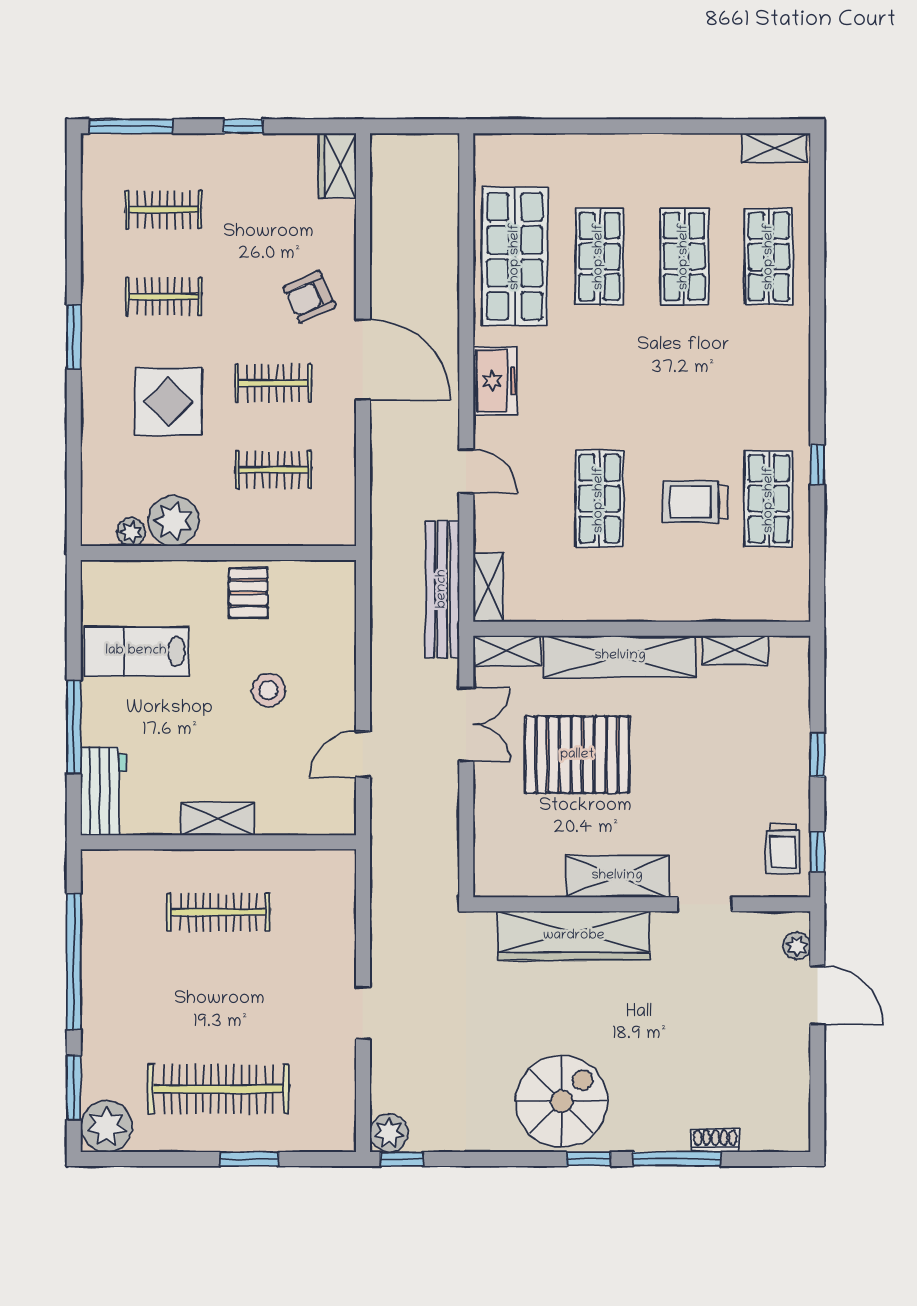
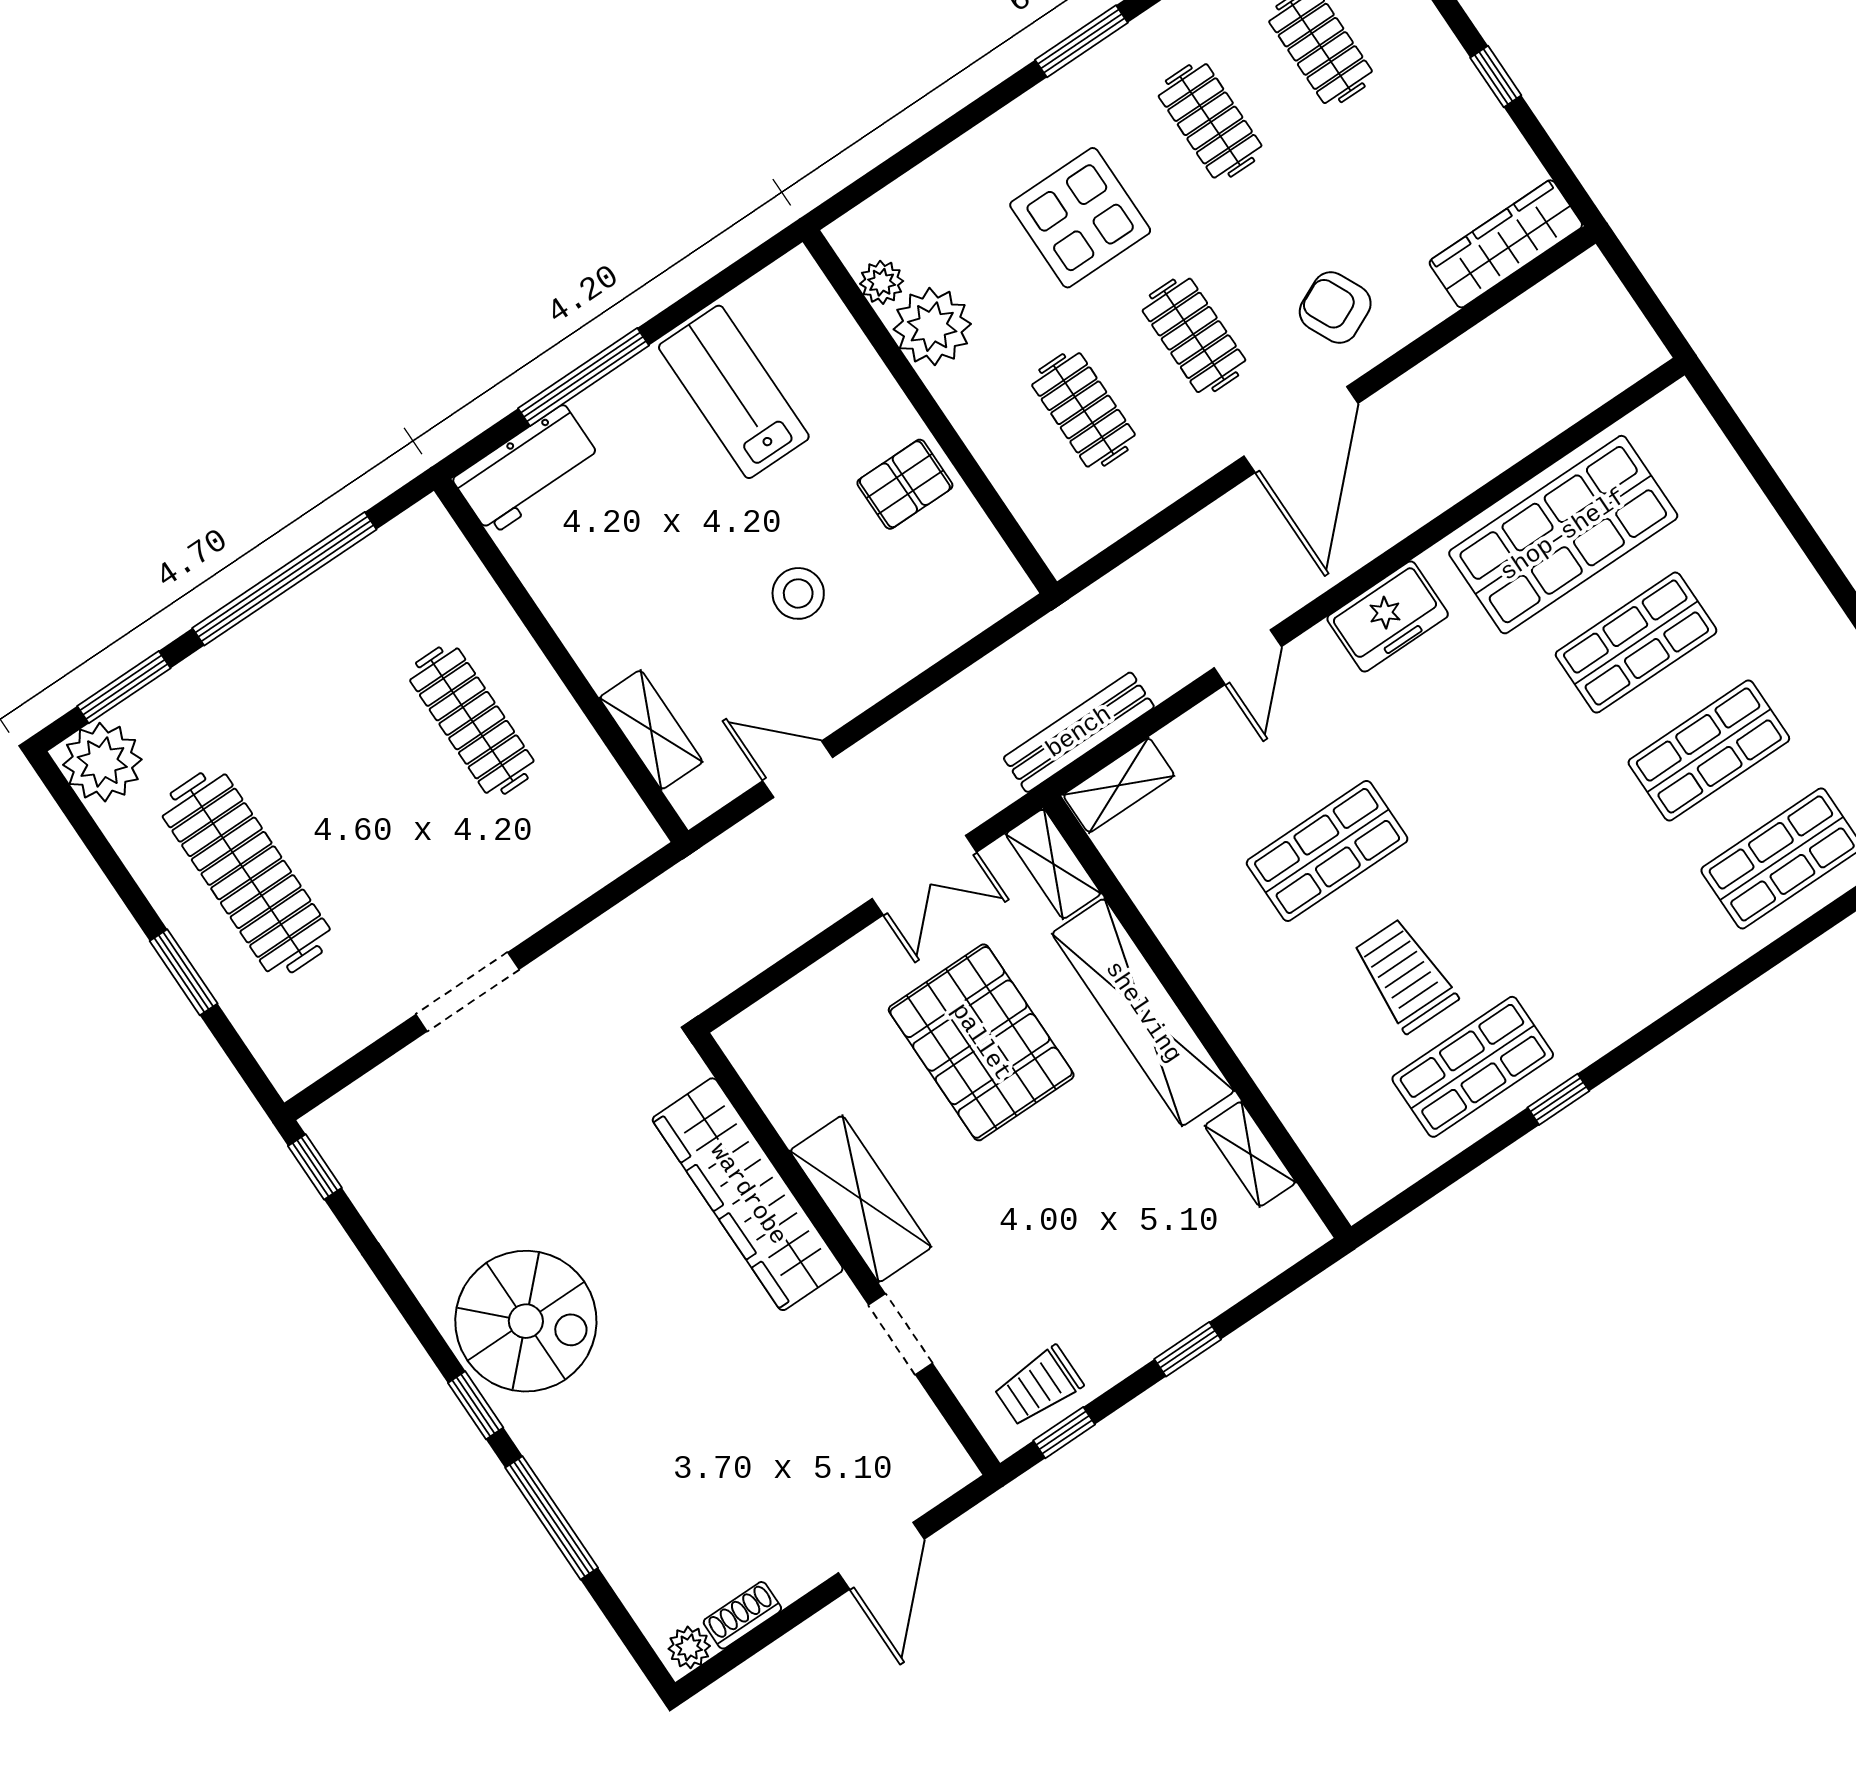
wardrobe: (337, 166) -> (1506, 244), width x1.50
bench: (442, 589) -> (1079, 732), width x0.73, depth x0.82
shelving: (217, 819) -> (651, 730), moved
plant: (797, 946) -> (689, 1647), moved
doorway: (363, 1013) -> (467, 992), width x1.38
plant: (389, 1133) -> (337, 1128), removed
shoe rack: (715, 1140) -> (742, 1615), moved, turned -90

